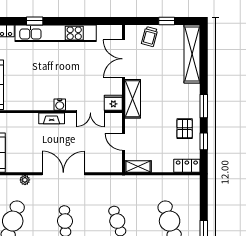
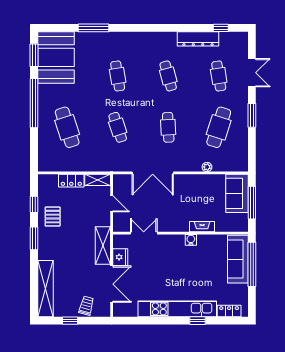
fridge: (113, 103) -> (120, 257), moved, turned -90
water cooler: (60, 105) -> (191, 240), moved
fireplace: (52, 118) -> (202, 227), moved
locker: (187, 166) -> (71, 181), moved
double door: (63, 174) -> (153, 173), moved

